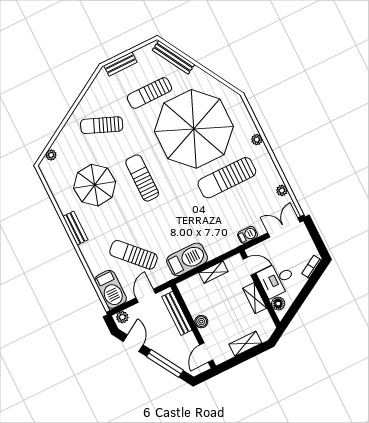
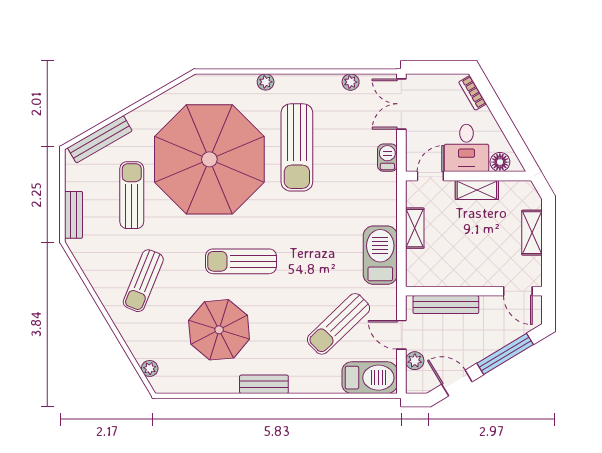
sun lounger: (149, 93) -> (132, 195), turned 180
plant: (122, 317) -> (415, 361), moved
boiler: (201, 322) -> (473, 277), removed

